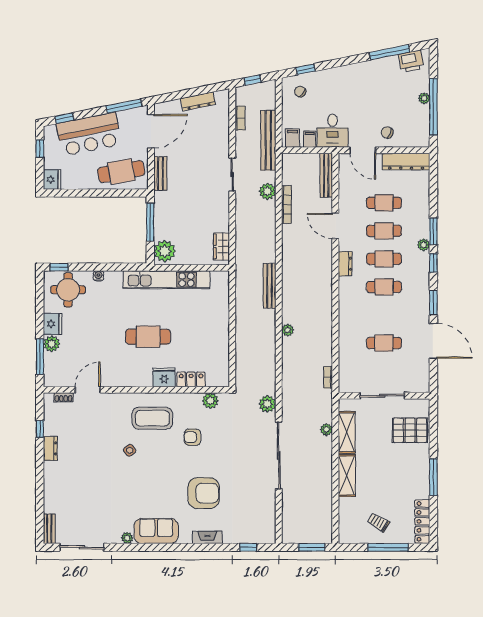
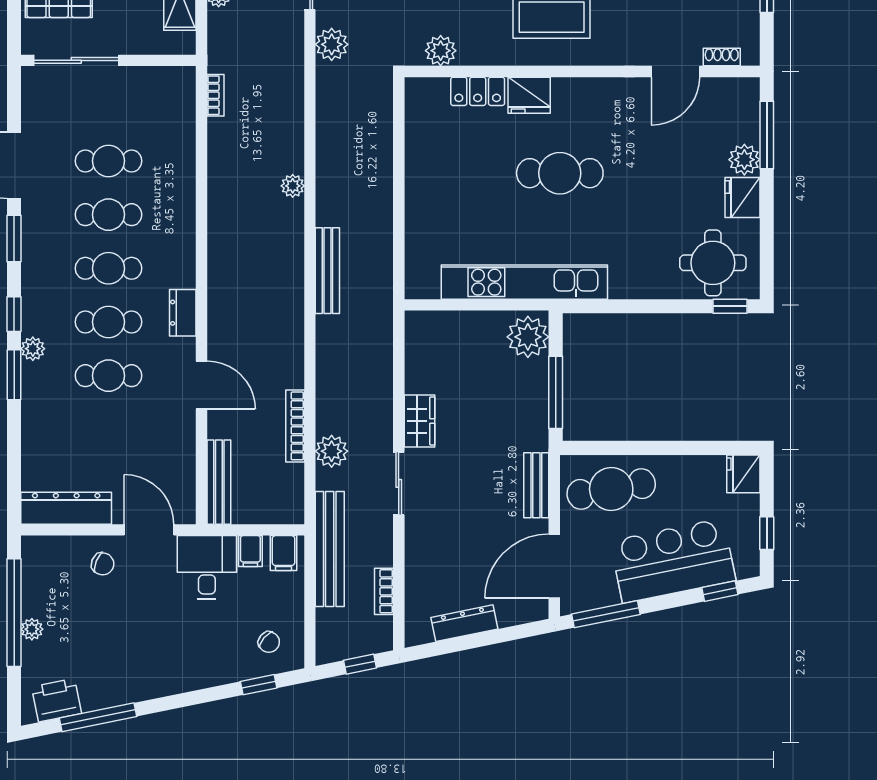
cafe table: (384, 203) -> (108, 215), moved
wardrobe: (221, 246) -> (419, 421), moved
water cooler: (98, 276) -> (655, 289), removed
sliding door: (382, 396) -> (76, 60), moved

